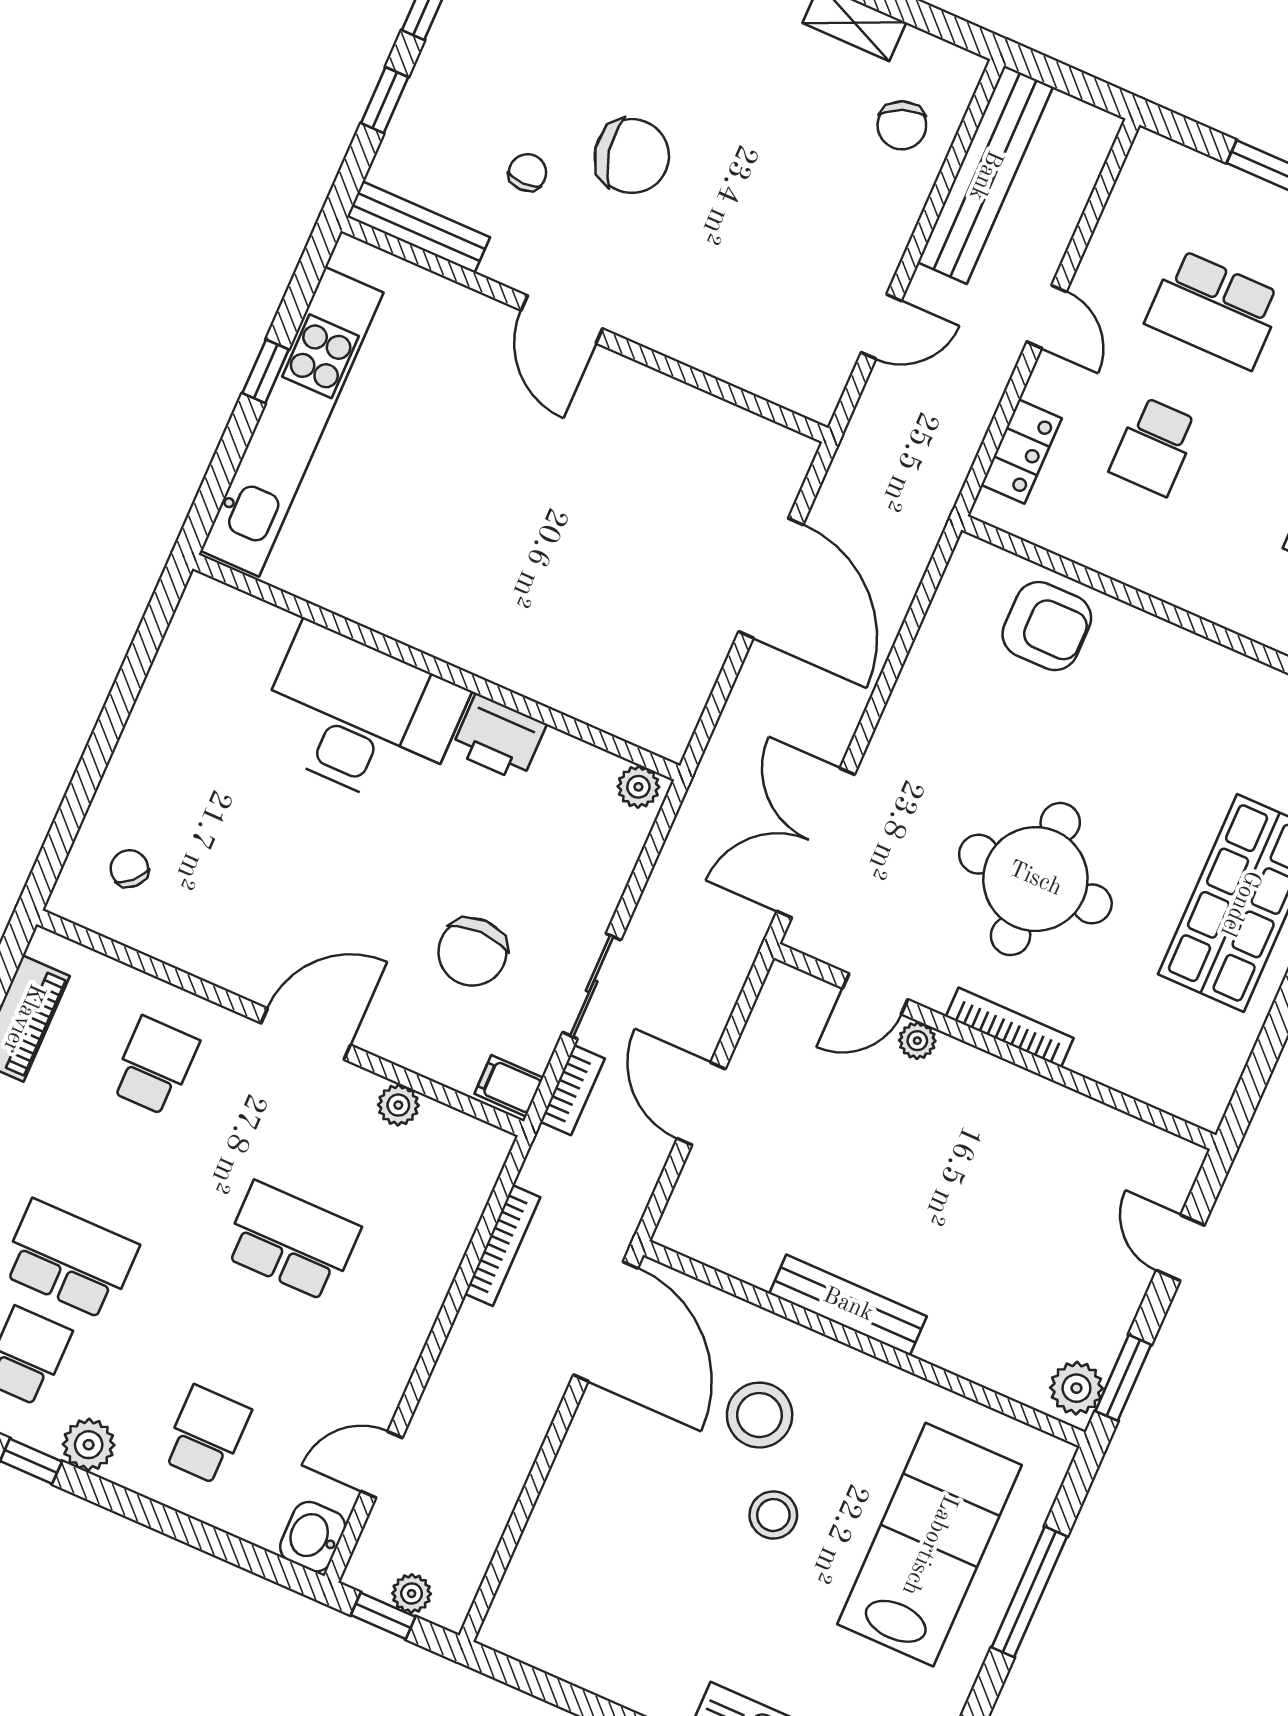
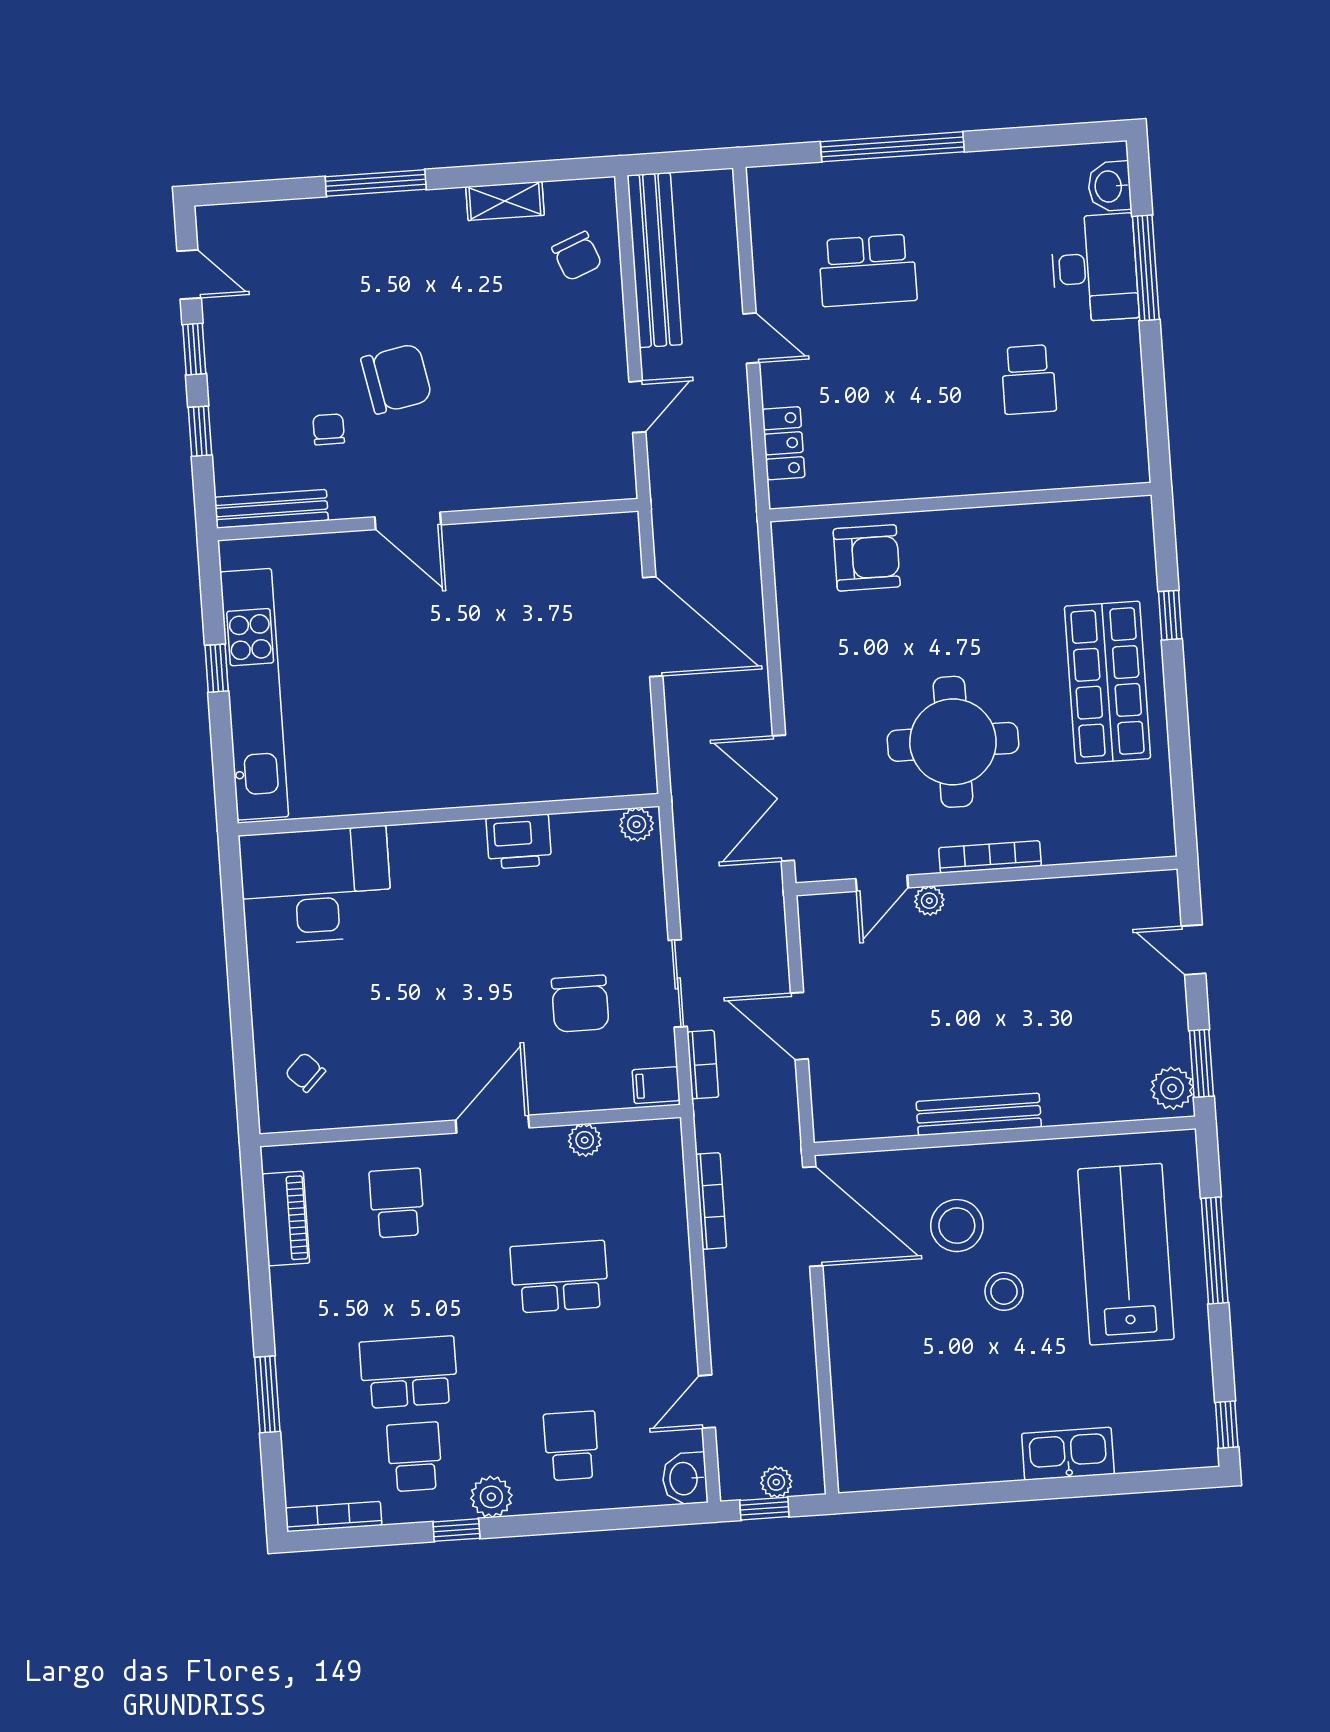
school desk: (1154, 446) -> (876, 390), removed
desk: (360, 717) -> (316, 885), moved

